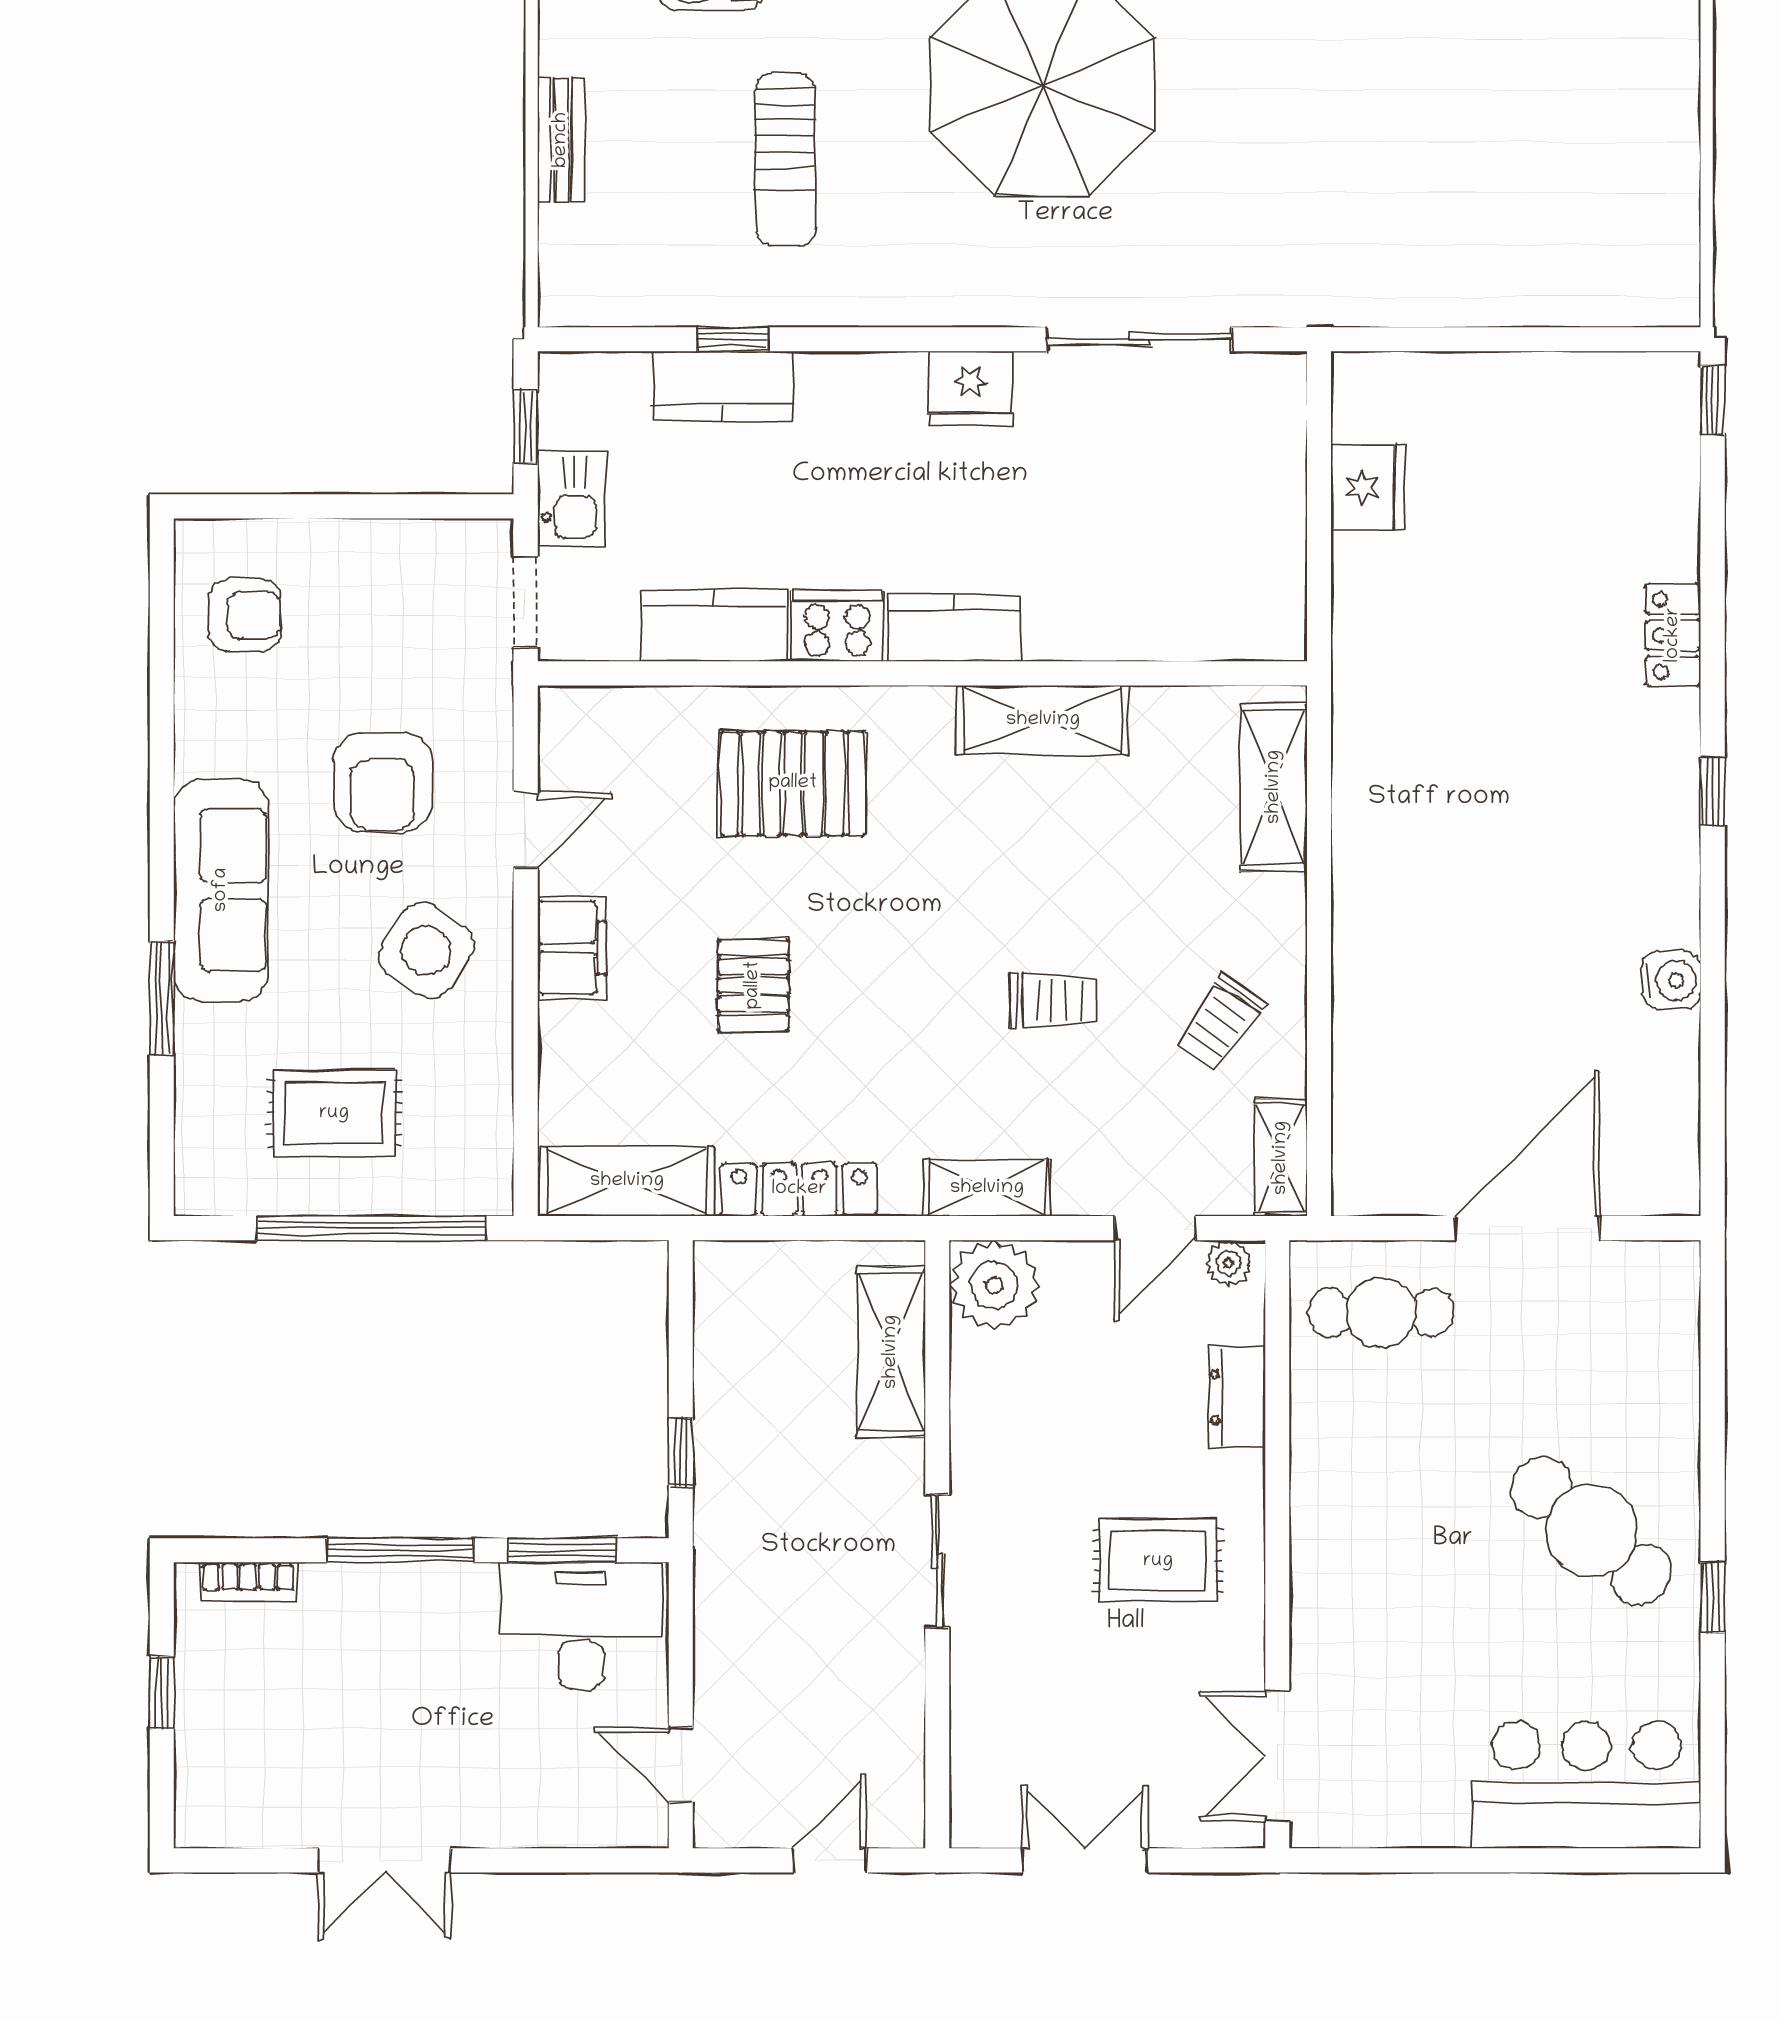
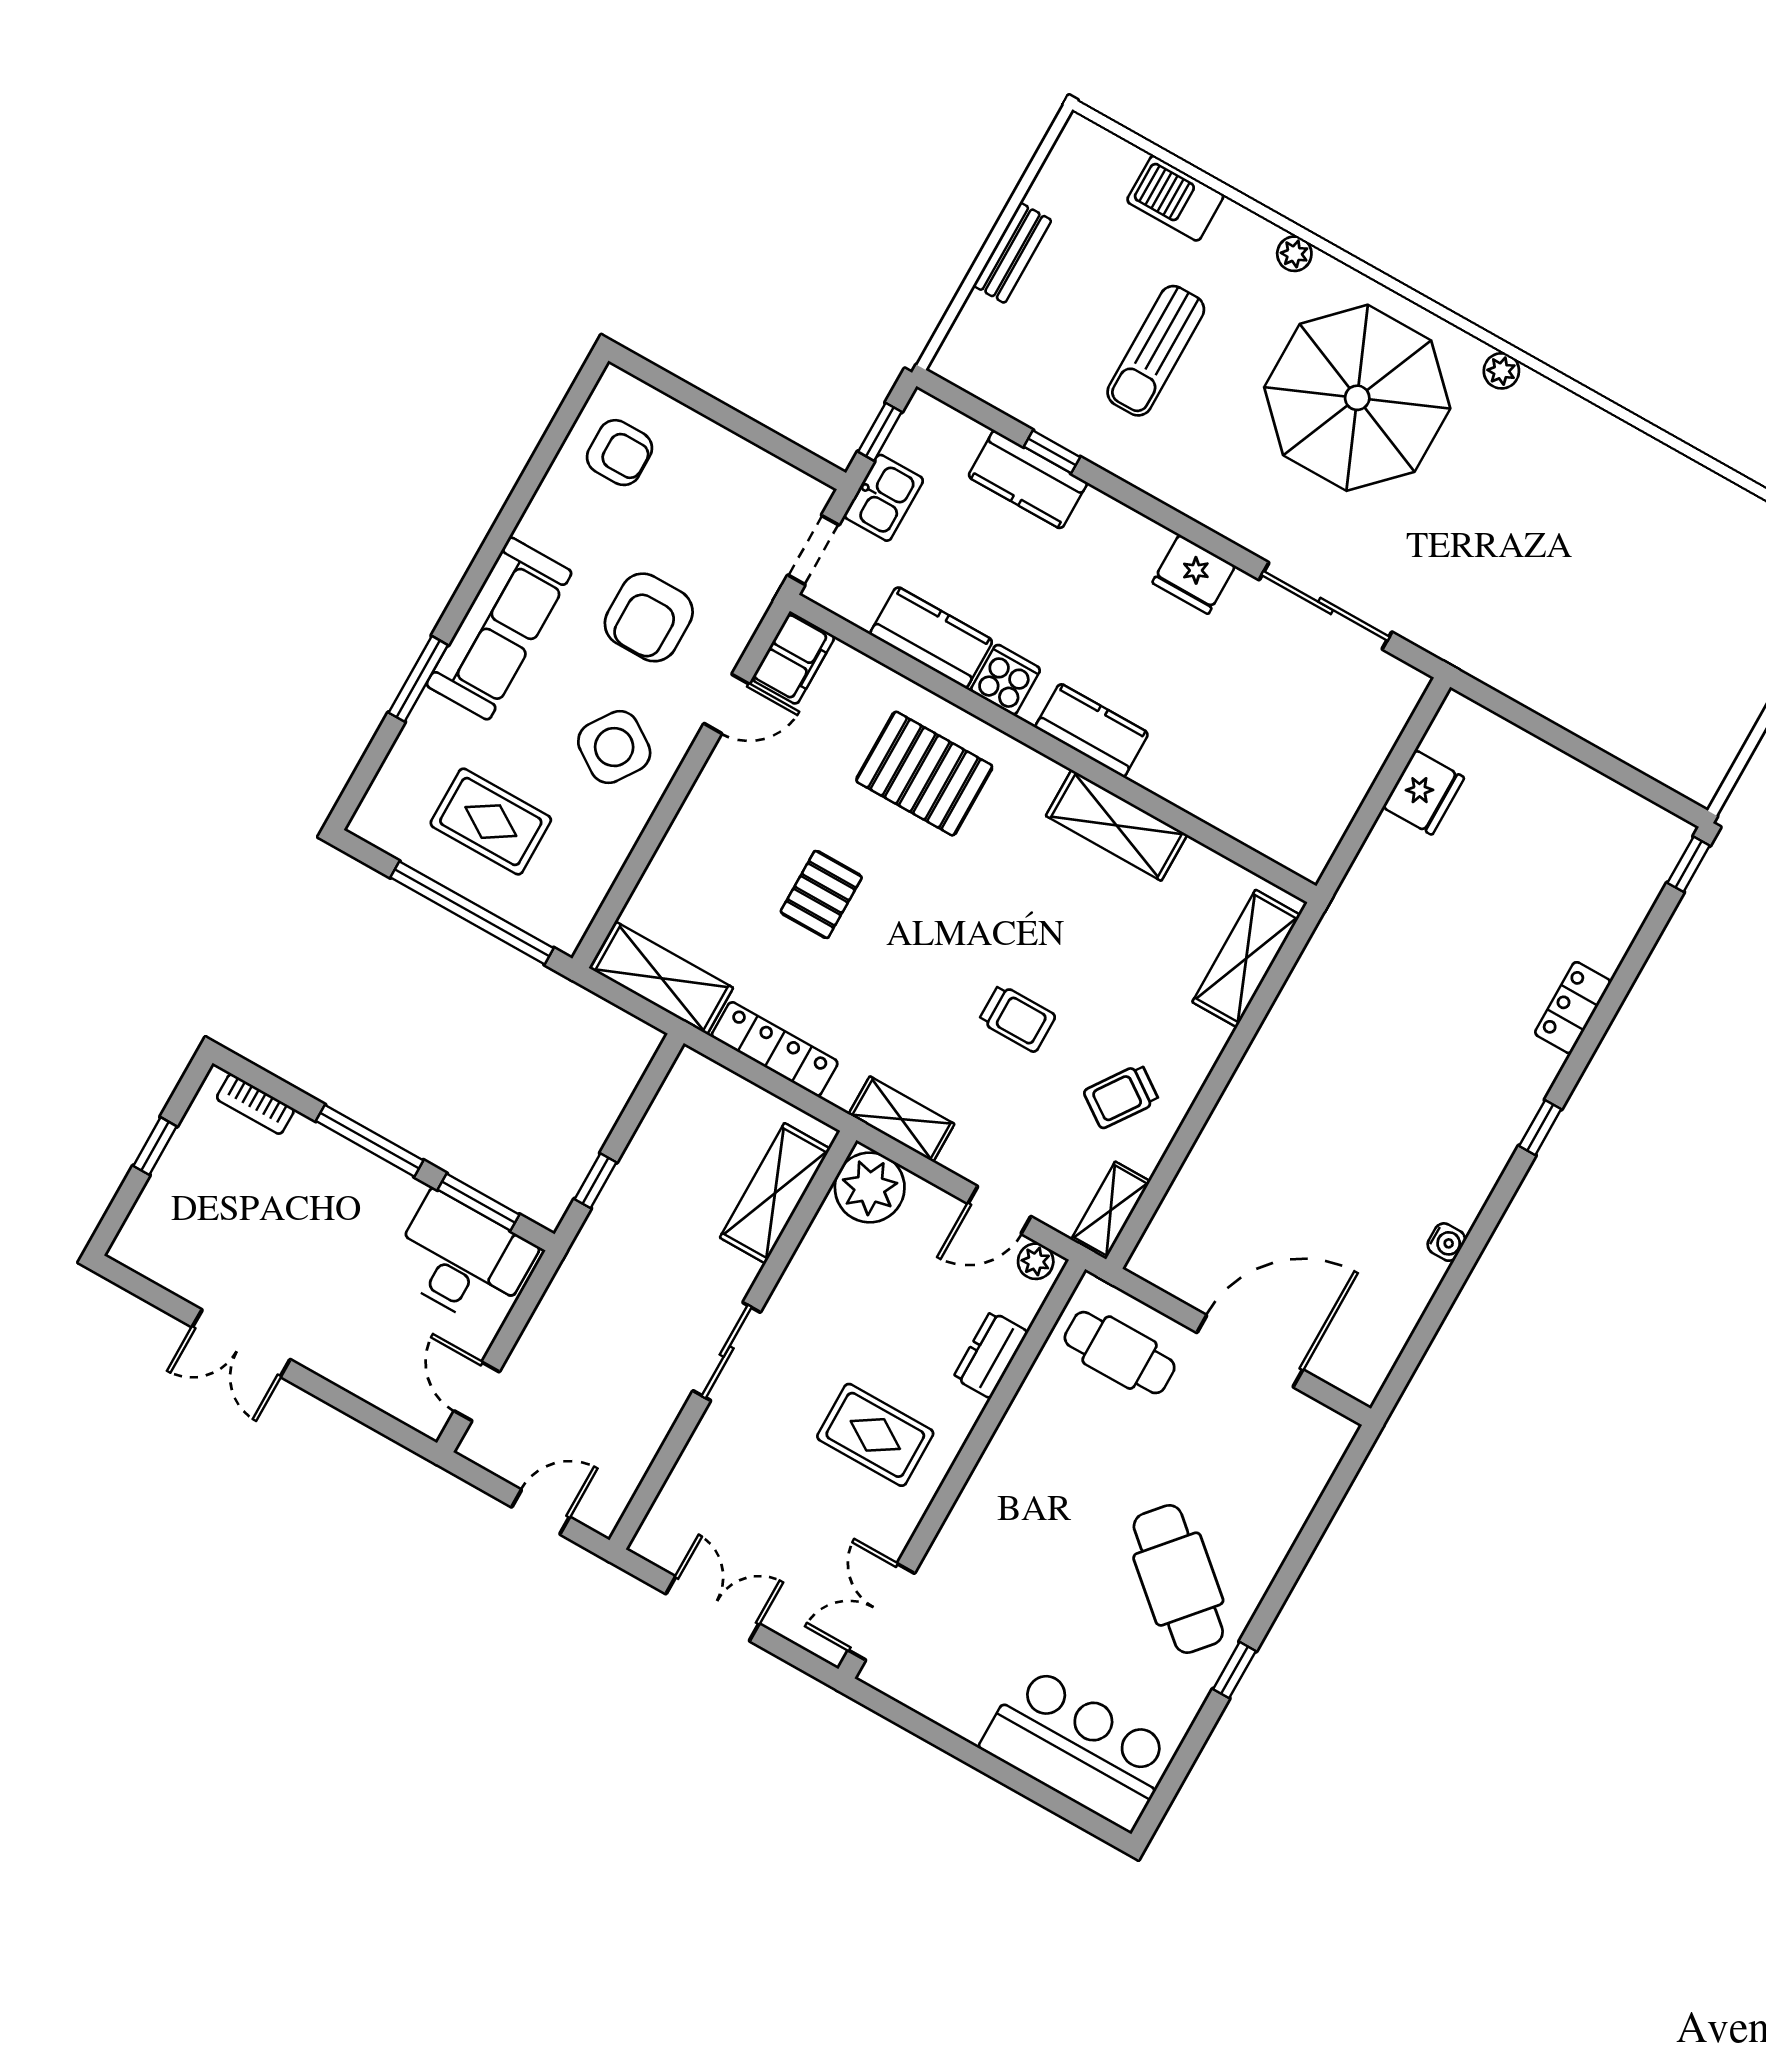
cooker: (837, 626) -> (1006, 680), width x0.73
filing cabinet: (572, 948) -> (793, 658), moved
water cooler: (1672, 980) -> (1446, 1242), width x0.72, depth x0.72

